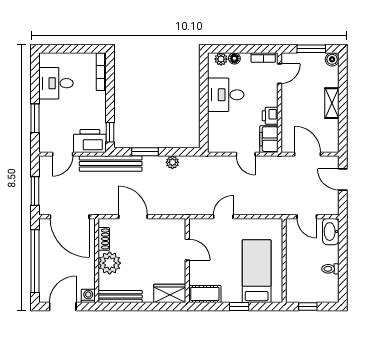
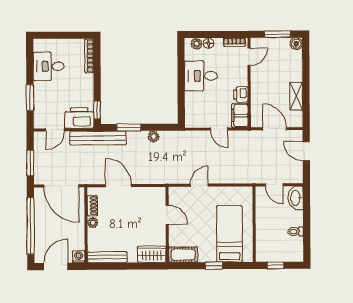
shelving: (332, 103) -> (296, 96), moved
plant: (110, 263) -> (93, 223), width x0.53, depth x0.53

